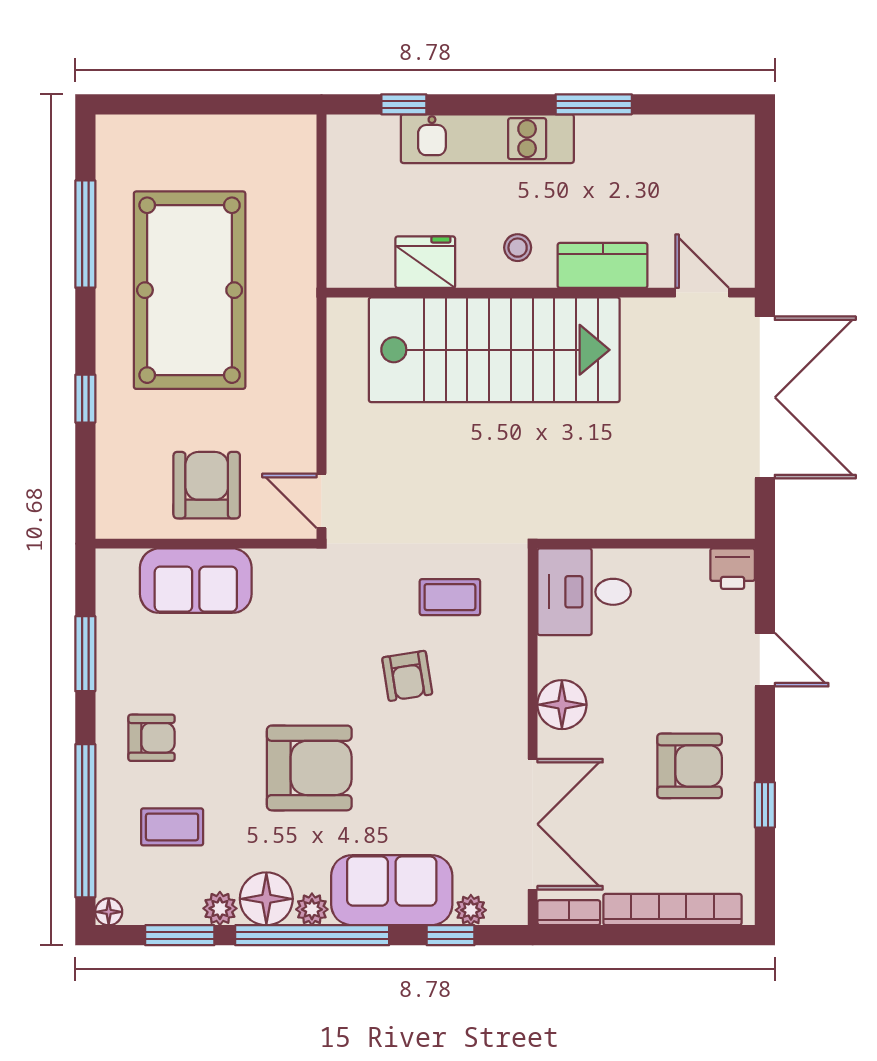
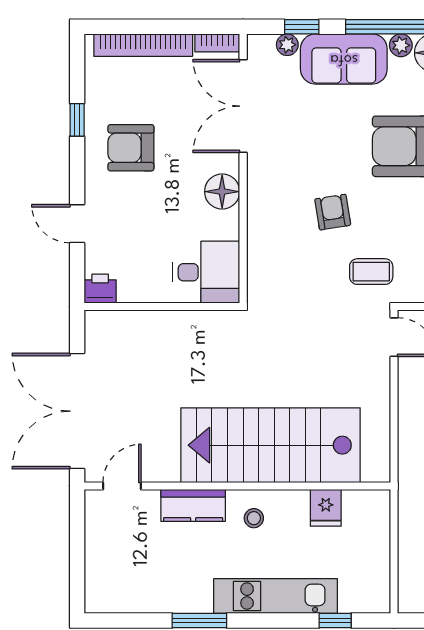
fridge: (425, 262) -> (326, 508), width x0.72
door: (702, 293) -> (122, 486), swing flipped
coffee table: (450, 597) -> (371, 272), moved

